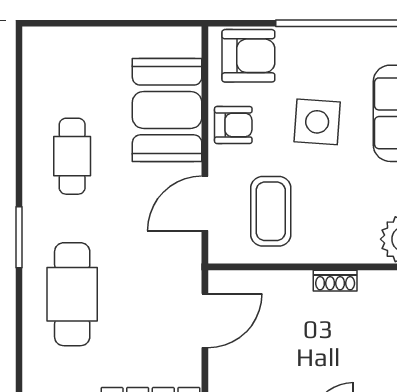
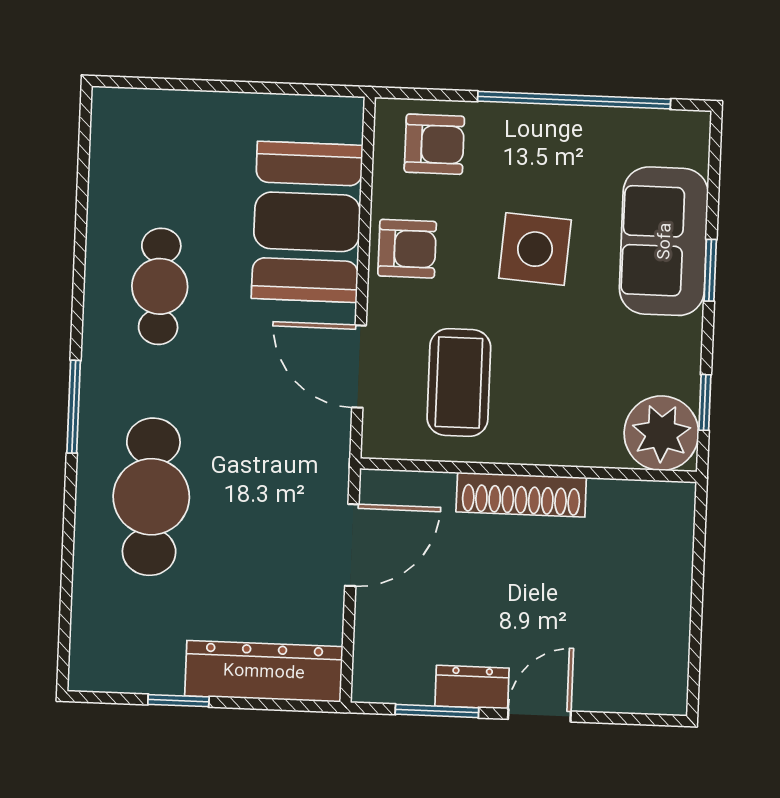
armchair: (248, 56) -> (434, 144), width x0.72, depth x0.72
door: (205, 203) -> (359, 366), hinge flipped
shoe rack: (335, 281) -> (521, 495), width x1.94, depth x1.24

